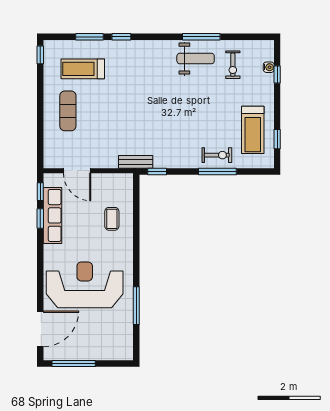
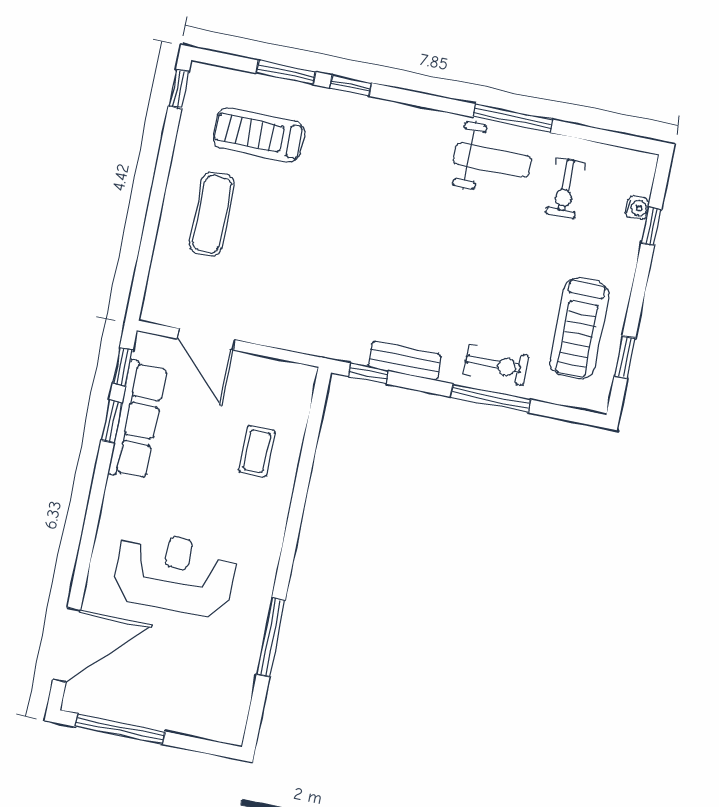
bench: (136, 162) -> (405, 361), moved
reception desk: (85, 285) -> (175, 574), width x0.74, depth x0.77

